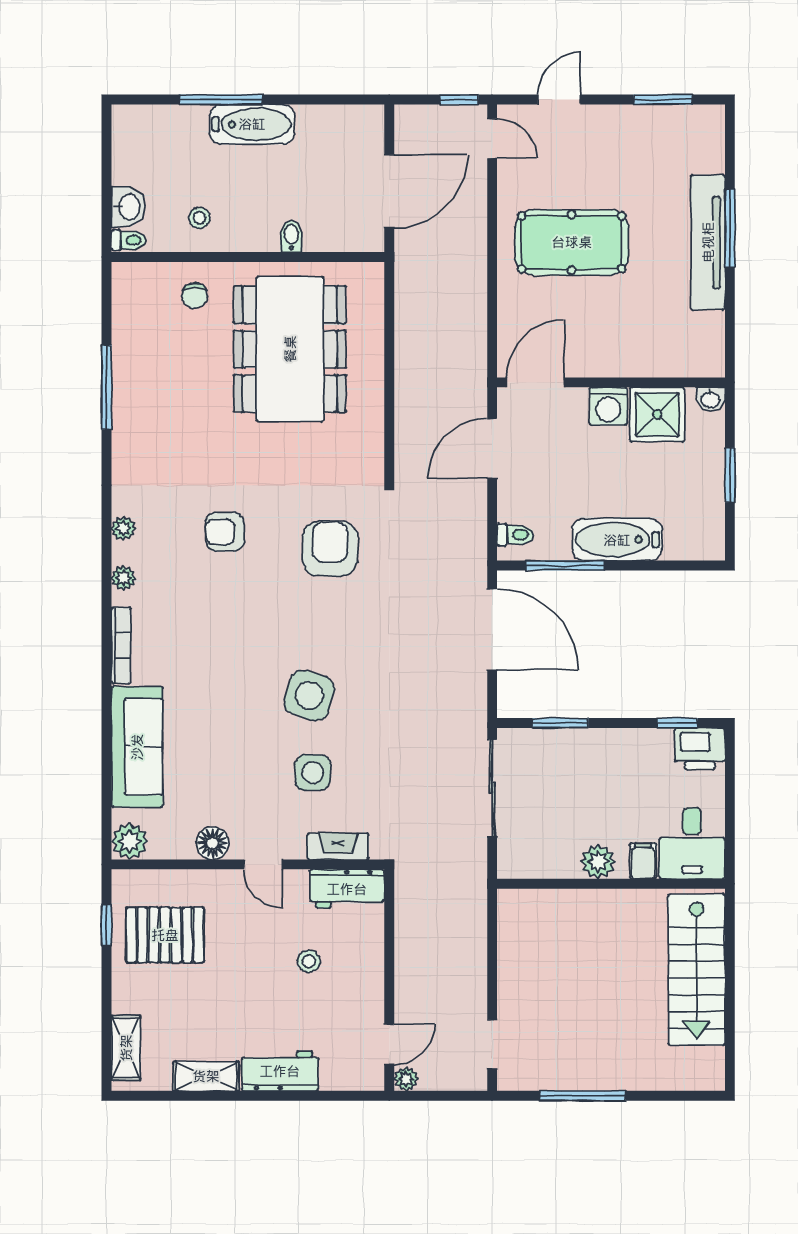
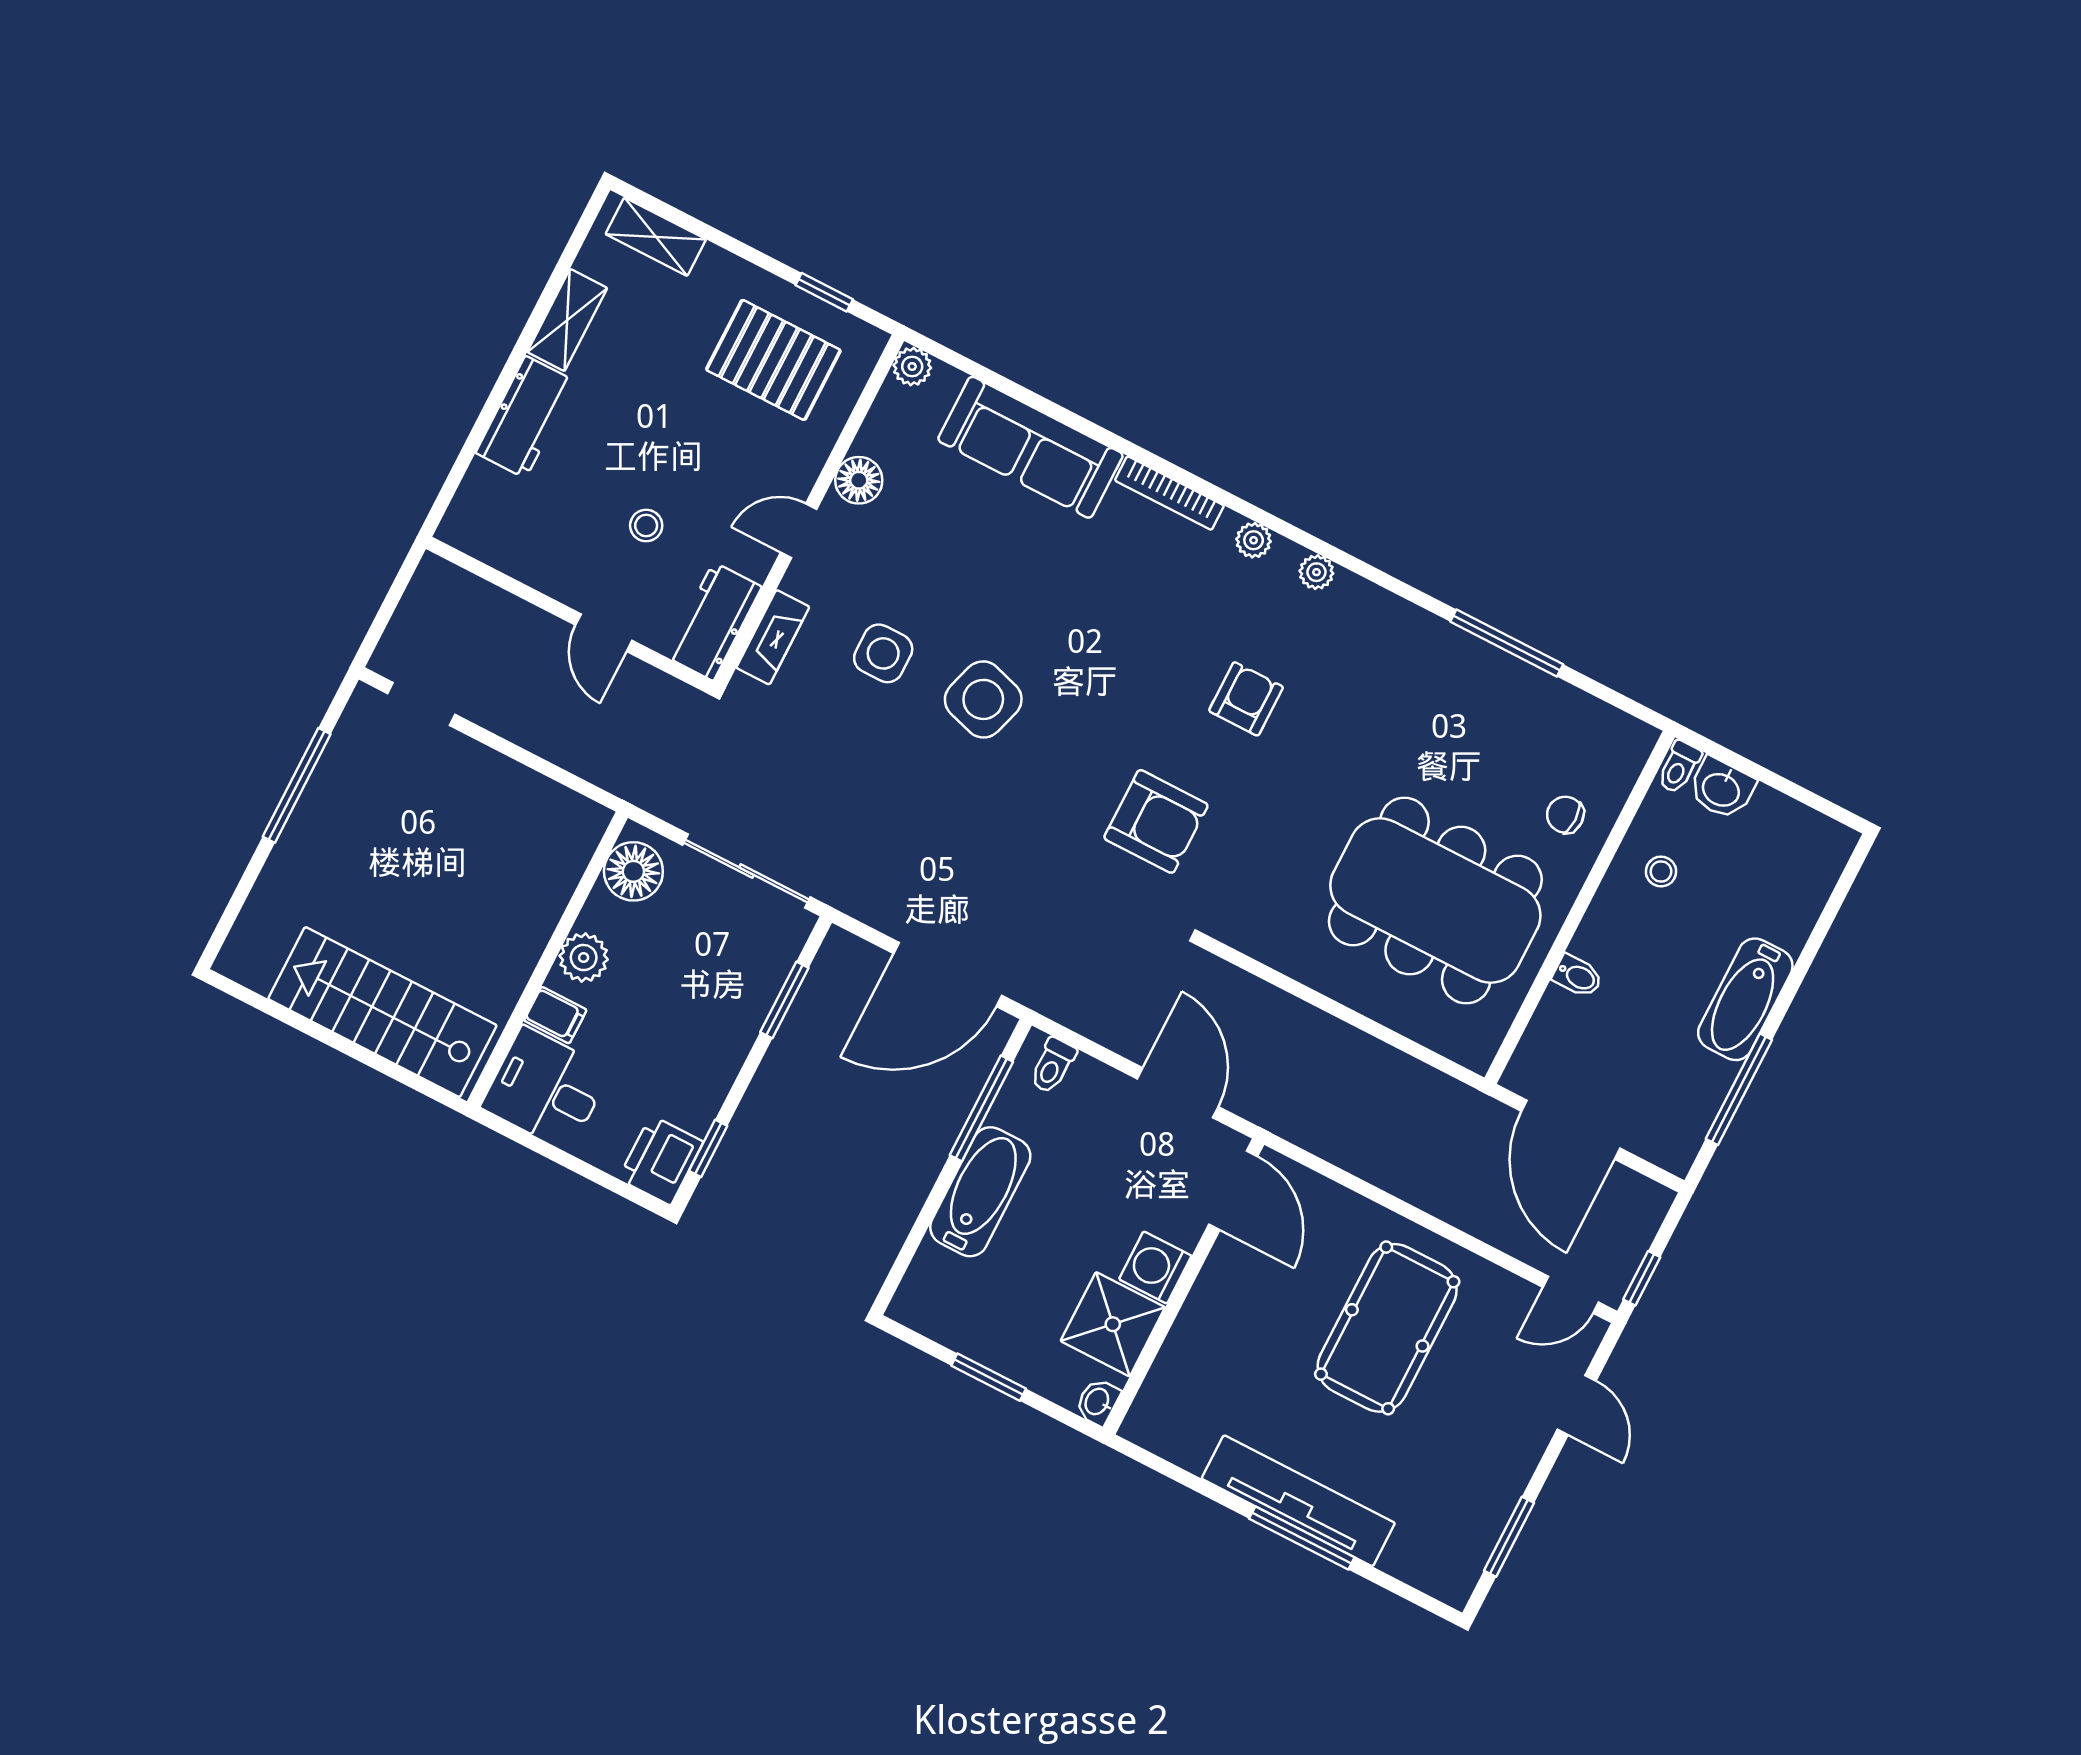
window: (221, 100) -> (1739, 1089), moved
plant: (130, 841) -> (912, 366), width x0.73, depth x0.73
floor lamp: (529, 858) -> (633, 871), added
pallet: (165, 935) -> (773, 360), turned 90
door: (389, 1044) -> (604, 633), moved
plant: (406, 1079) -> (433, 572), removed

